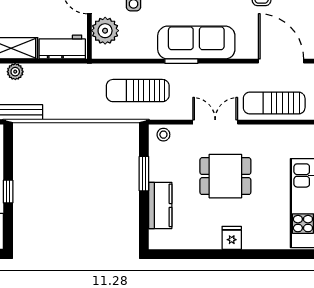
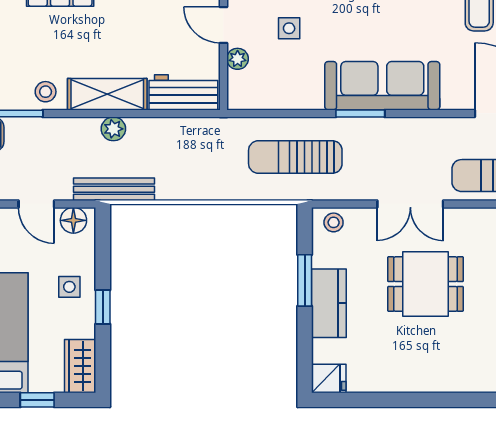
plant: (105, 31) -> (238, 59), width x0.53, depth x0.53
double door: (215, 122) -> (410, 204), swing flipped
kitchen counter: (160, 205) -> (329, 303), moved
fridge: (232, 238) -> (329, 378), moved, turned 90

